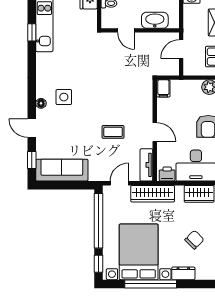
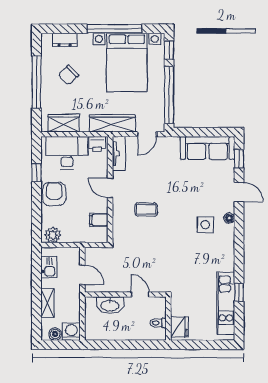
door: (181, 49) -> (82, 275), hinge flipped
filing cabinet: (163, 88) -> (99, 220), moved, turned -90
coffee table: (113, 132) -> (146, 209), moved
dresser: (183, 273) -> (65, 40), moved

